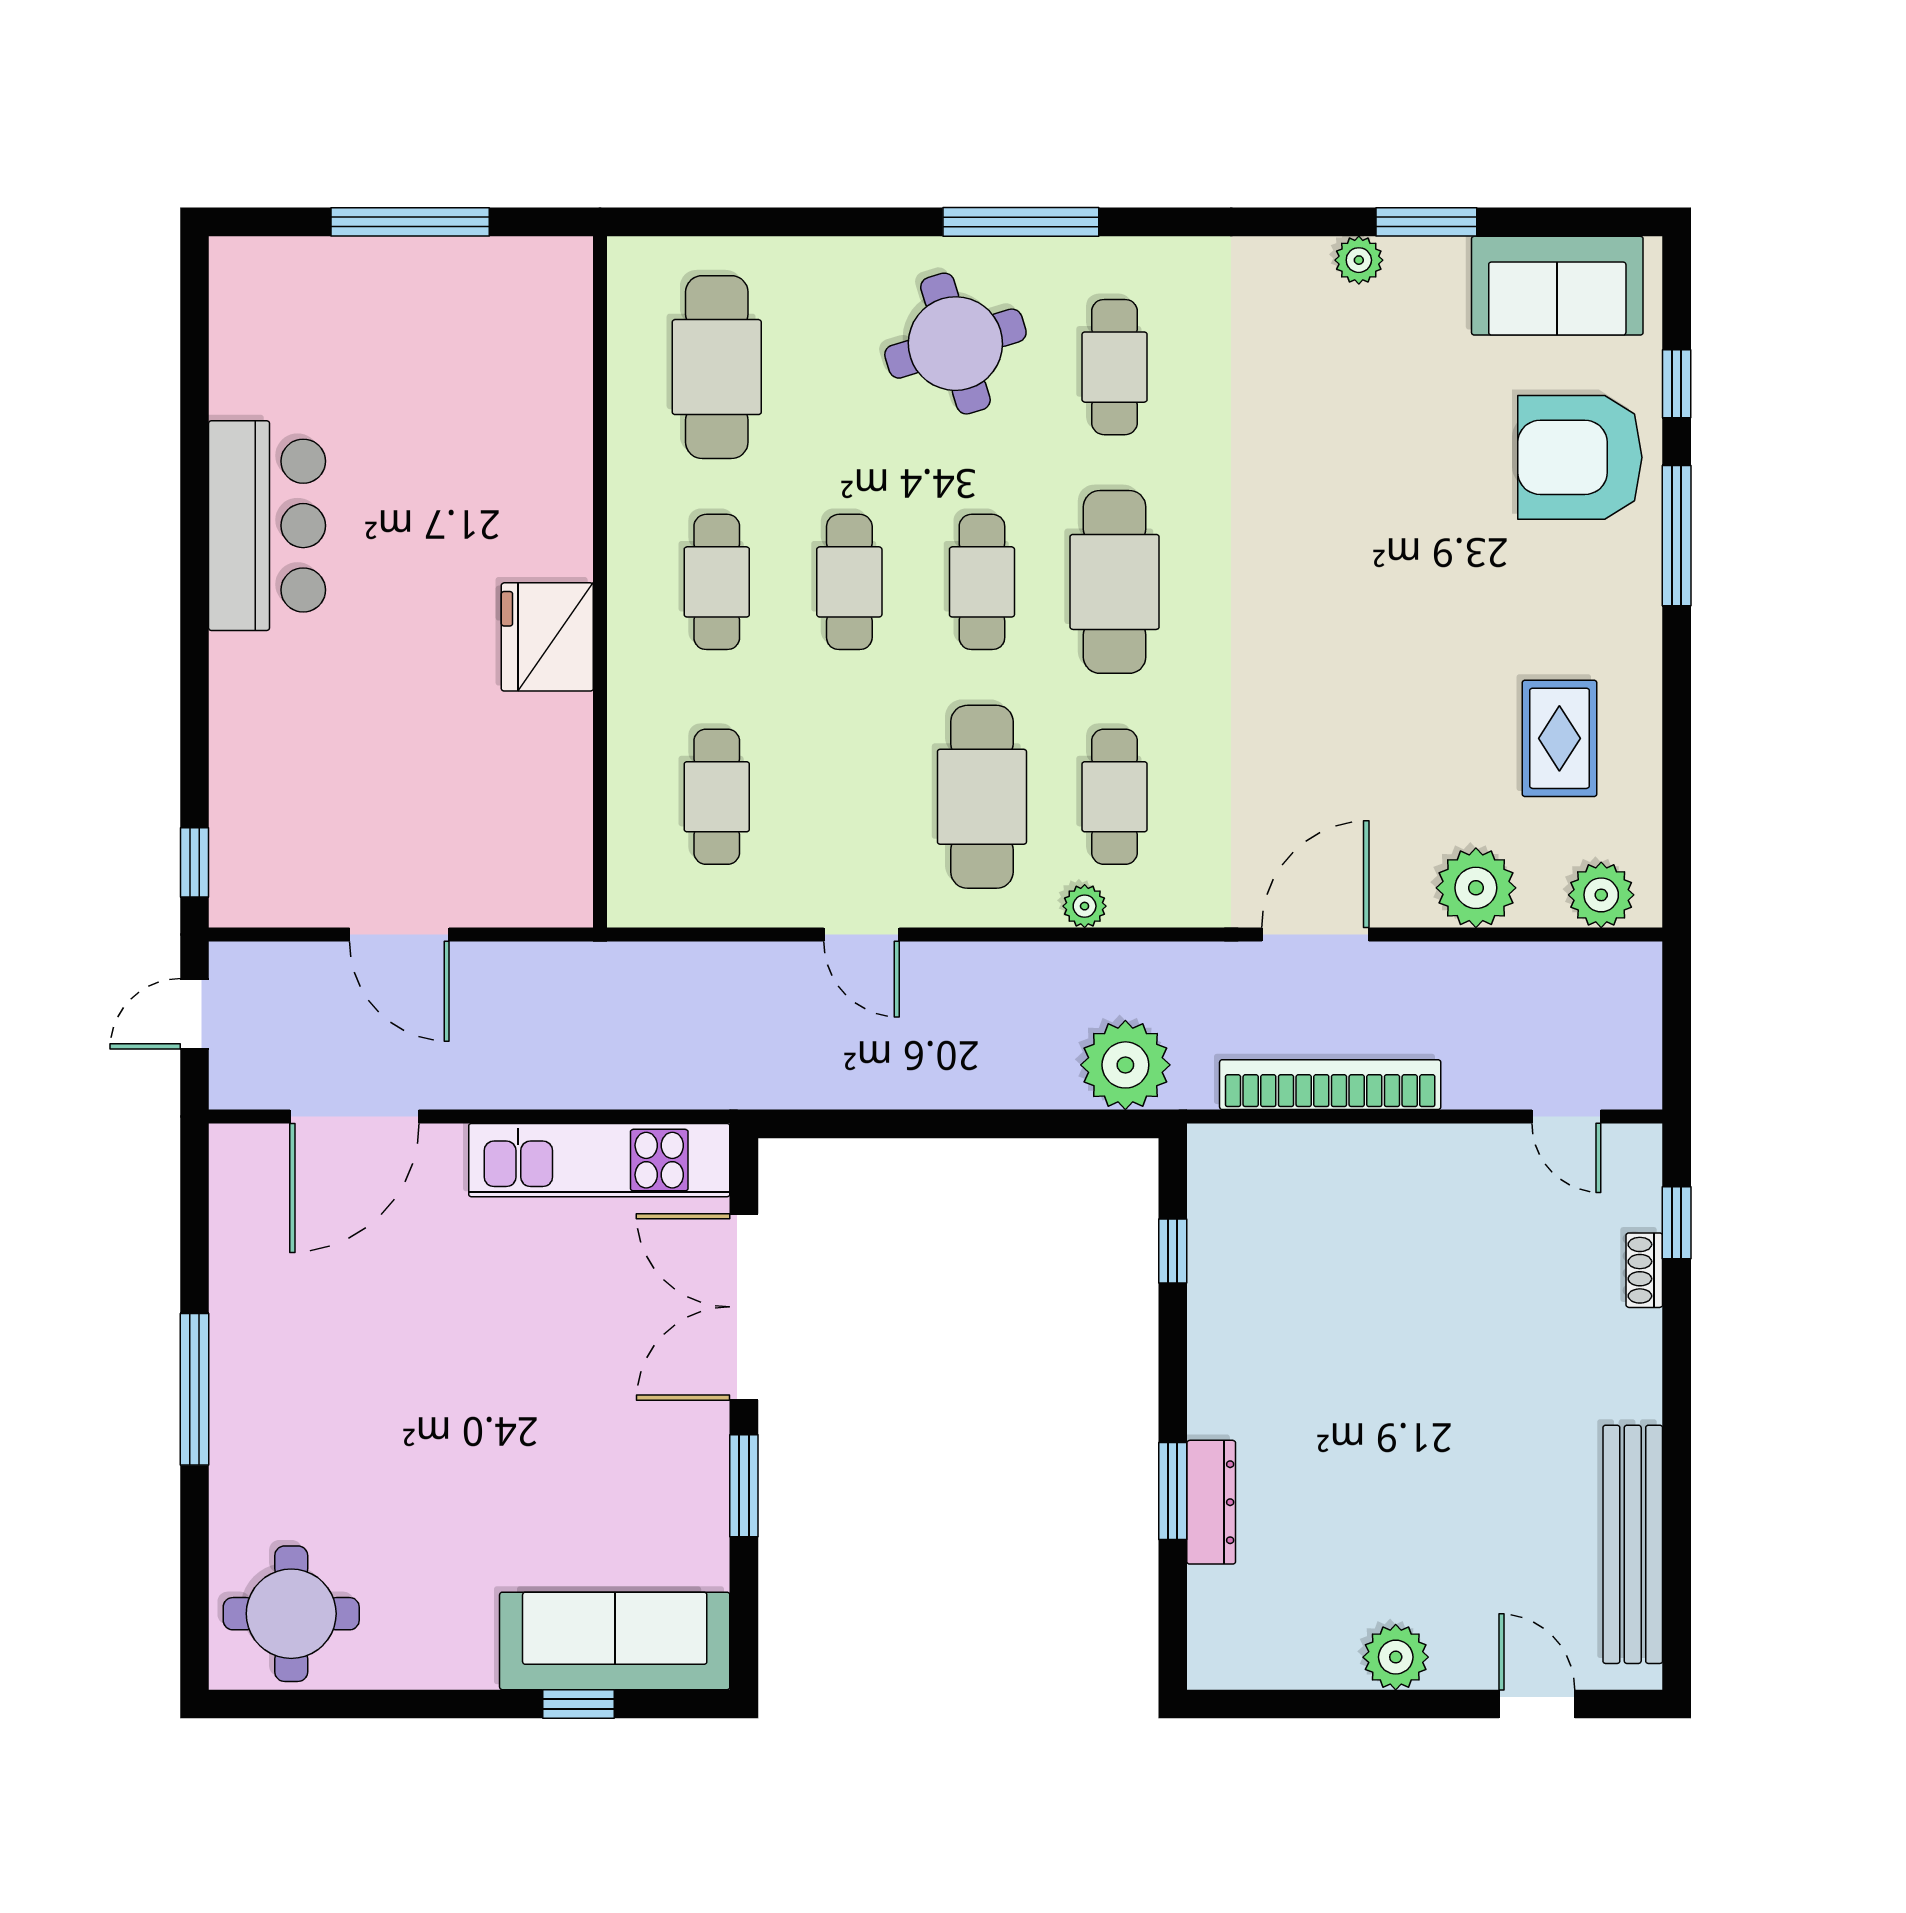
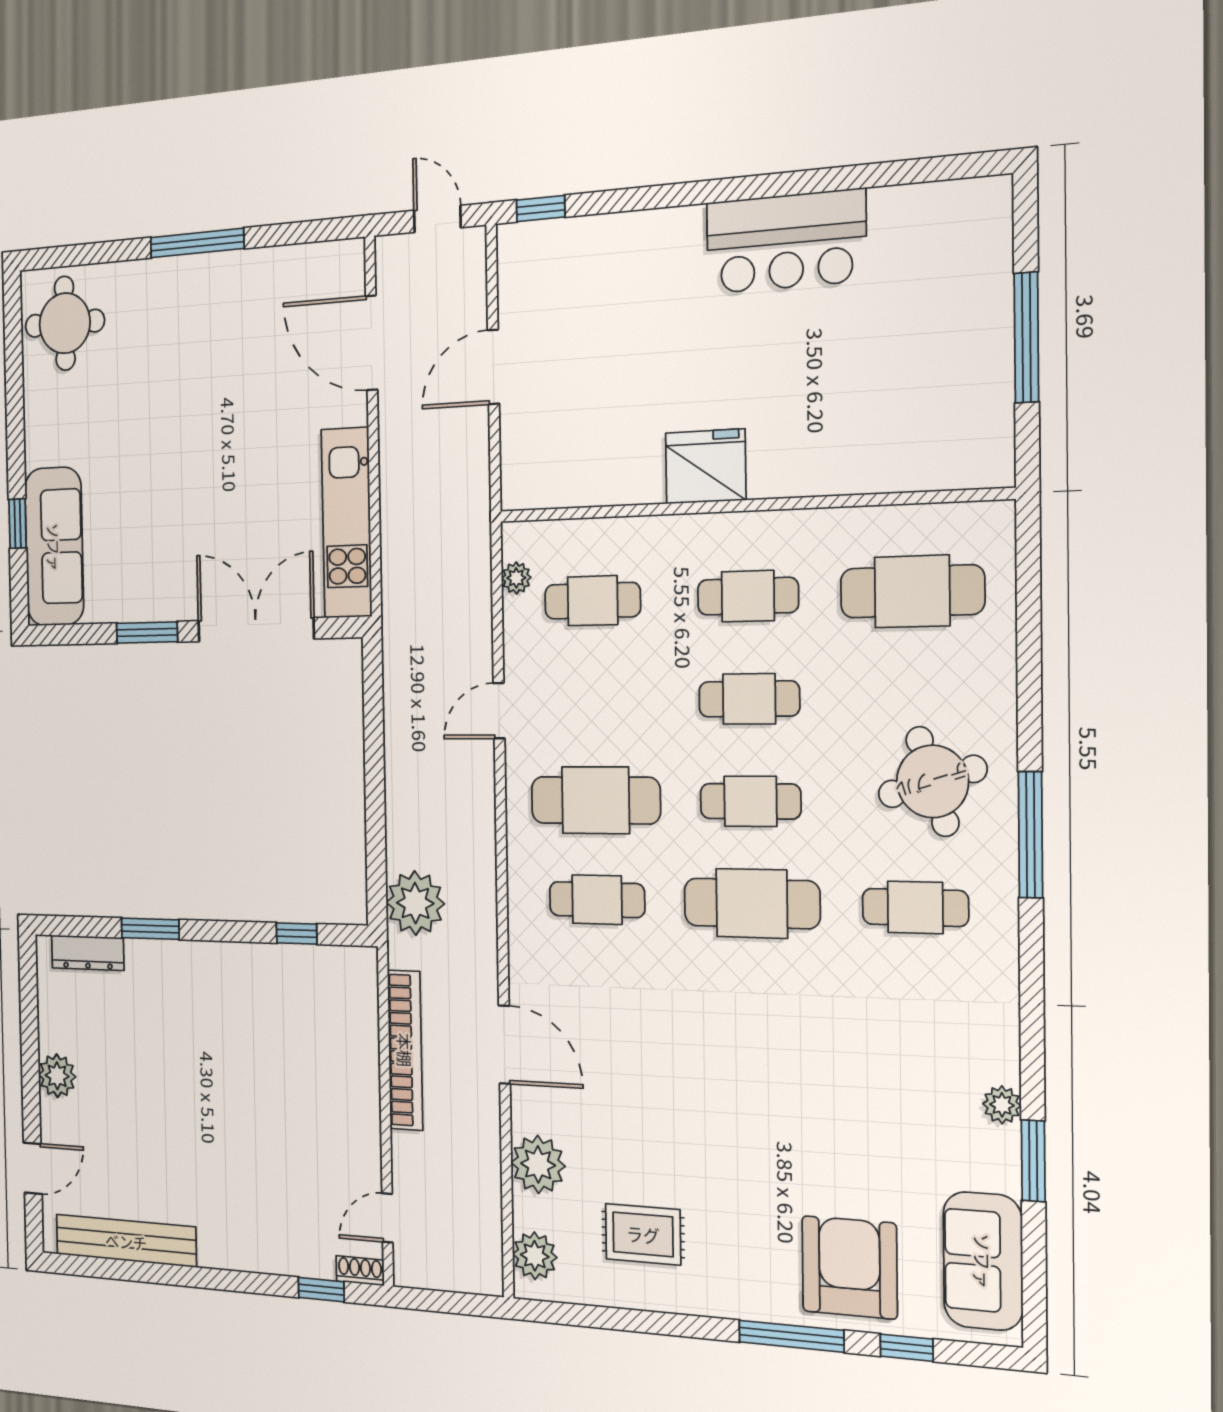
plant: (1085, 906) -> (516, 578), moved
shoe rack: (1644, 1270) -> (360, 1271), moved
dresser: (1211, 1502) -> (88, 953), moved

